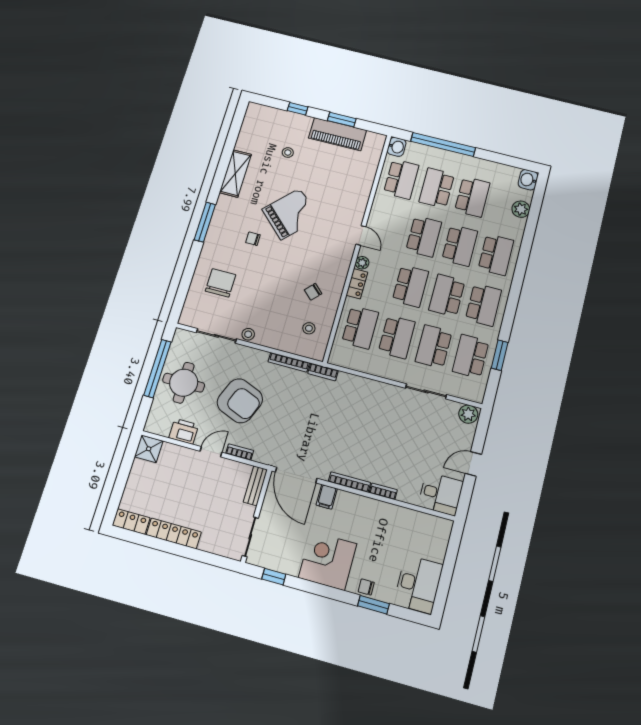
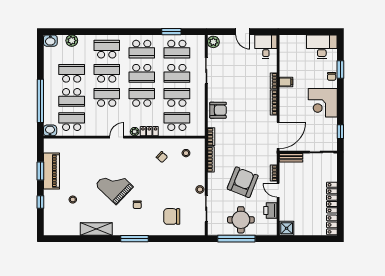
school desk: (483, 305) -> (142, 49), turned 180
armchair: (361, 393) -> (218, 110), added
filing cabinet: (327, 497) -> (286, 82), moved

